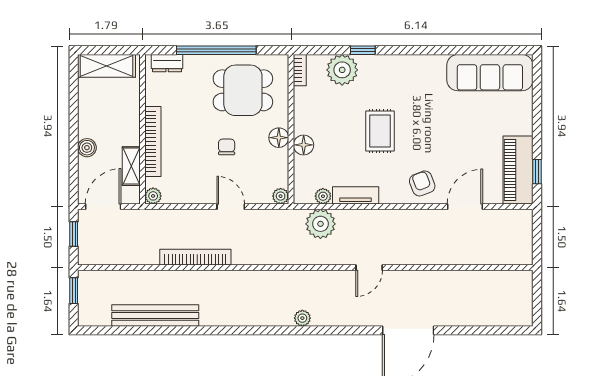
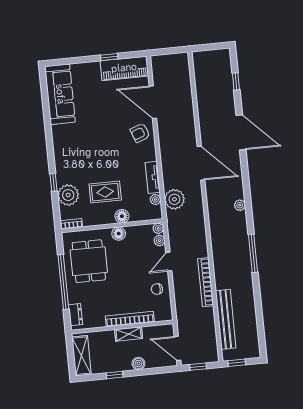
window: (74, 111) -> (115, 375), added
rug: (380, 131) -> (105, 192), moved
chair: (227, 147) -> (157, 289), moved
shelving: (131, 166) -> (129, 334), moved
window: (537, 172) -> (109, 57), moved
plant: (153, 196) -> (159, 241), moved
door: (465, 207) -> (153, 102), width x1.36
door: (369, 268) -> (201, 163), width x1.87
bench: (155, 315) -> (226, 319), moved
window: (230, 330) -> (253, 253), added
window: (483, 330) -> (236, 81), added

